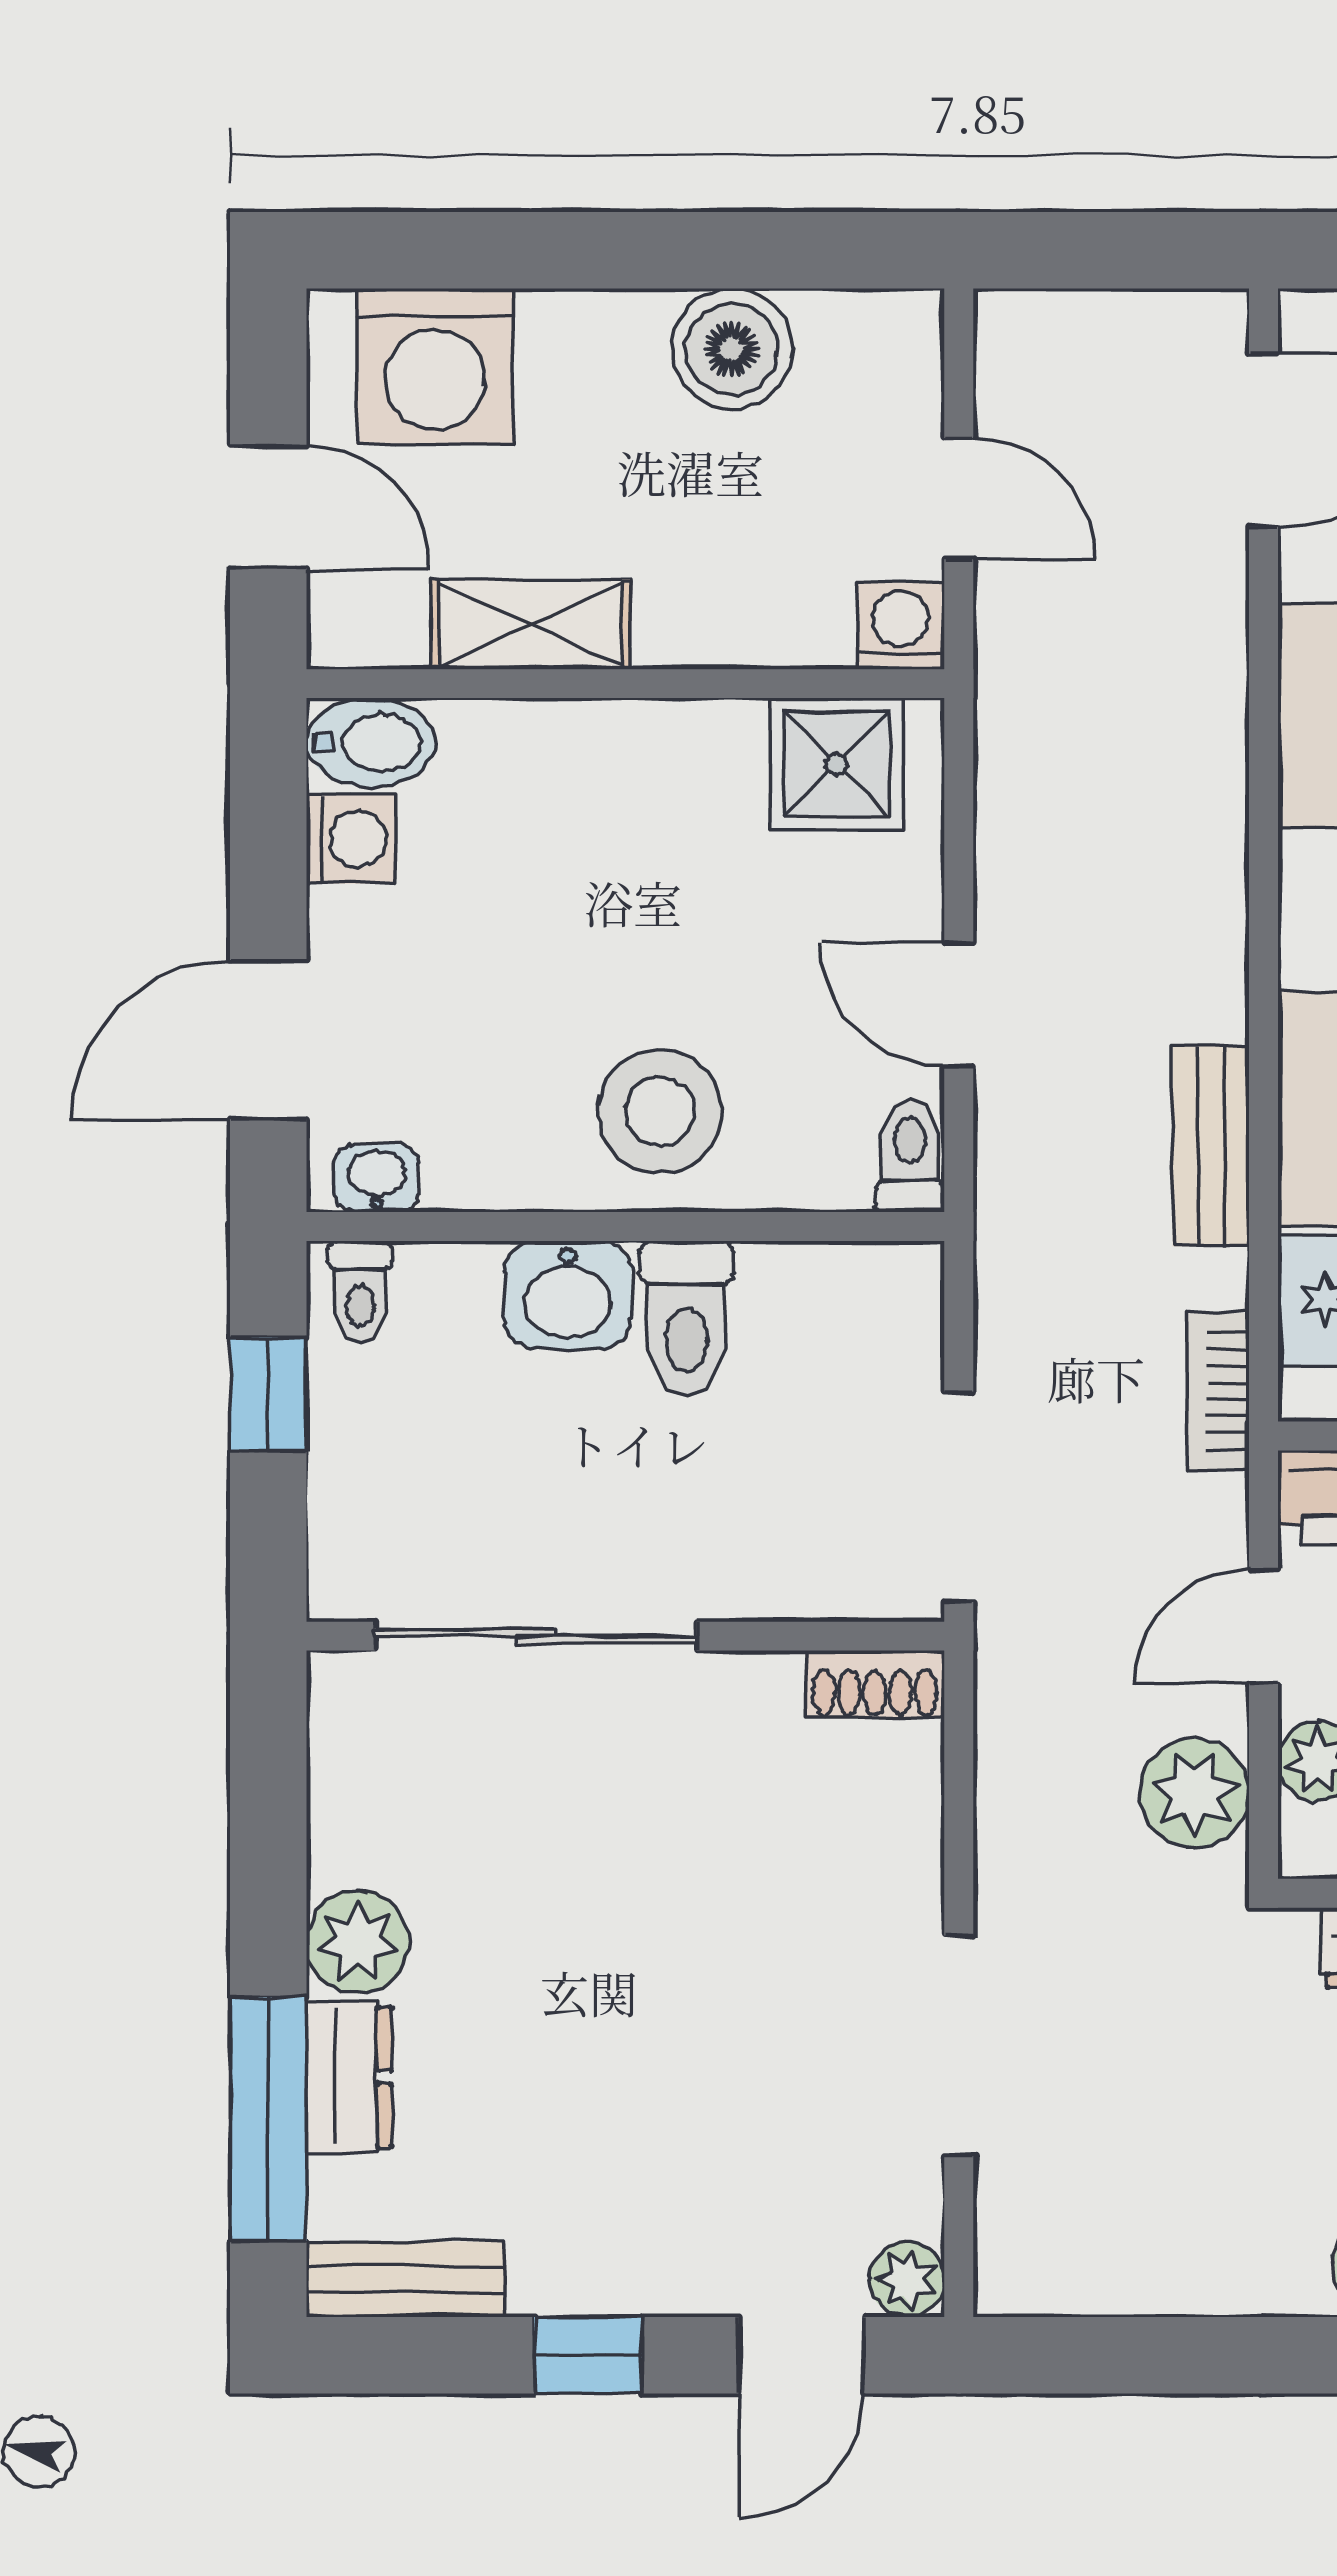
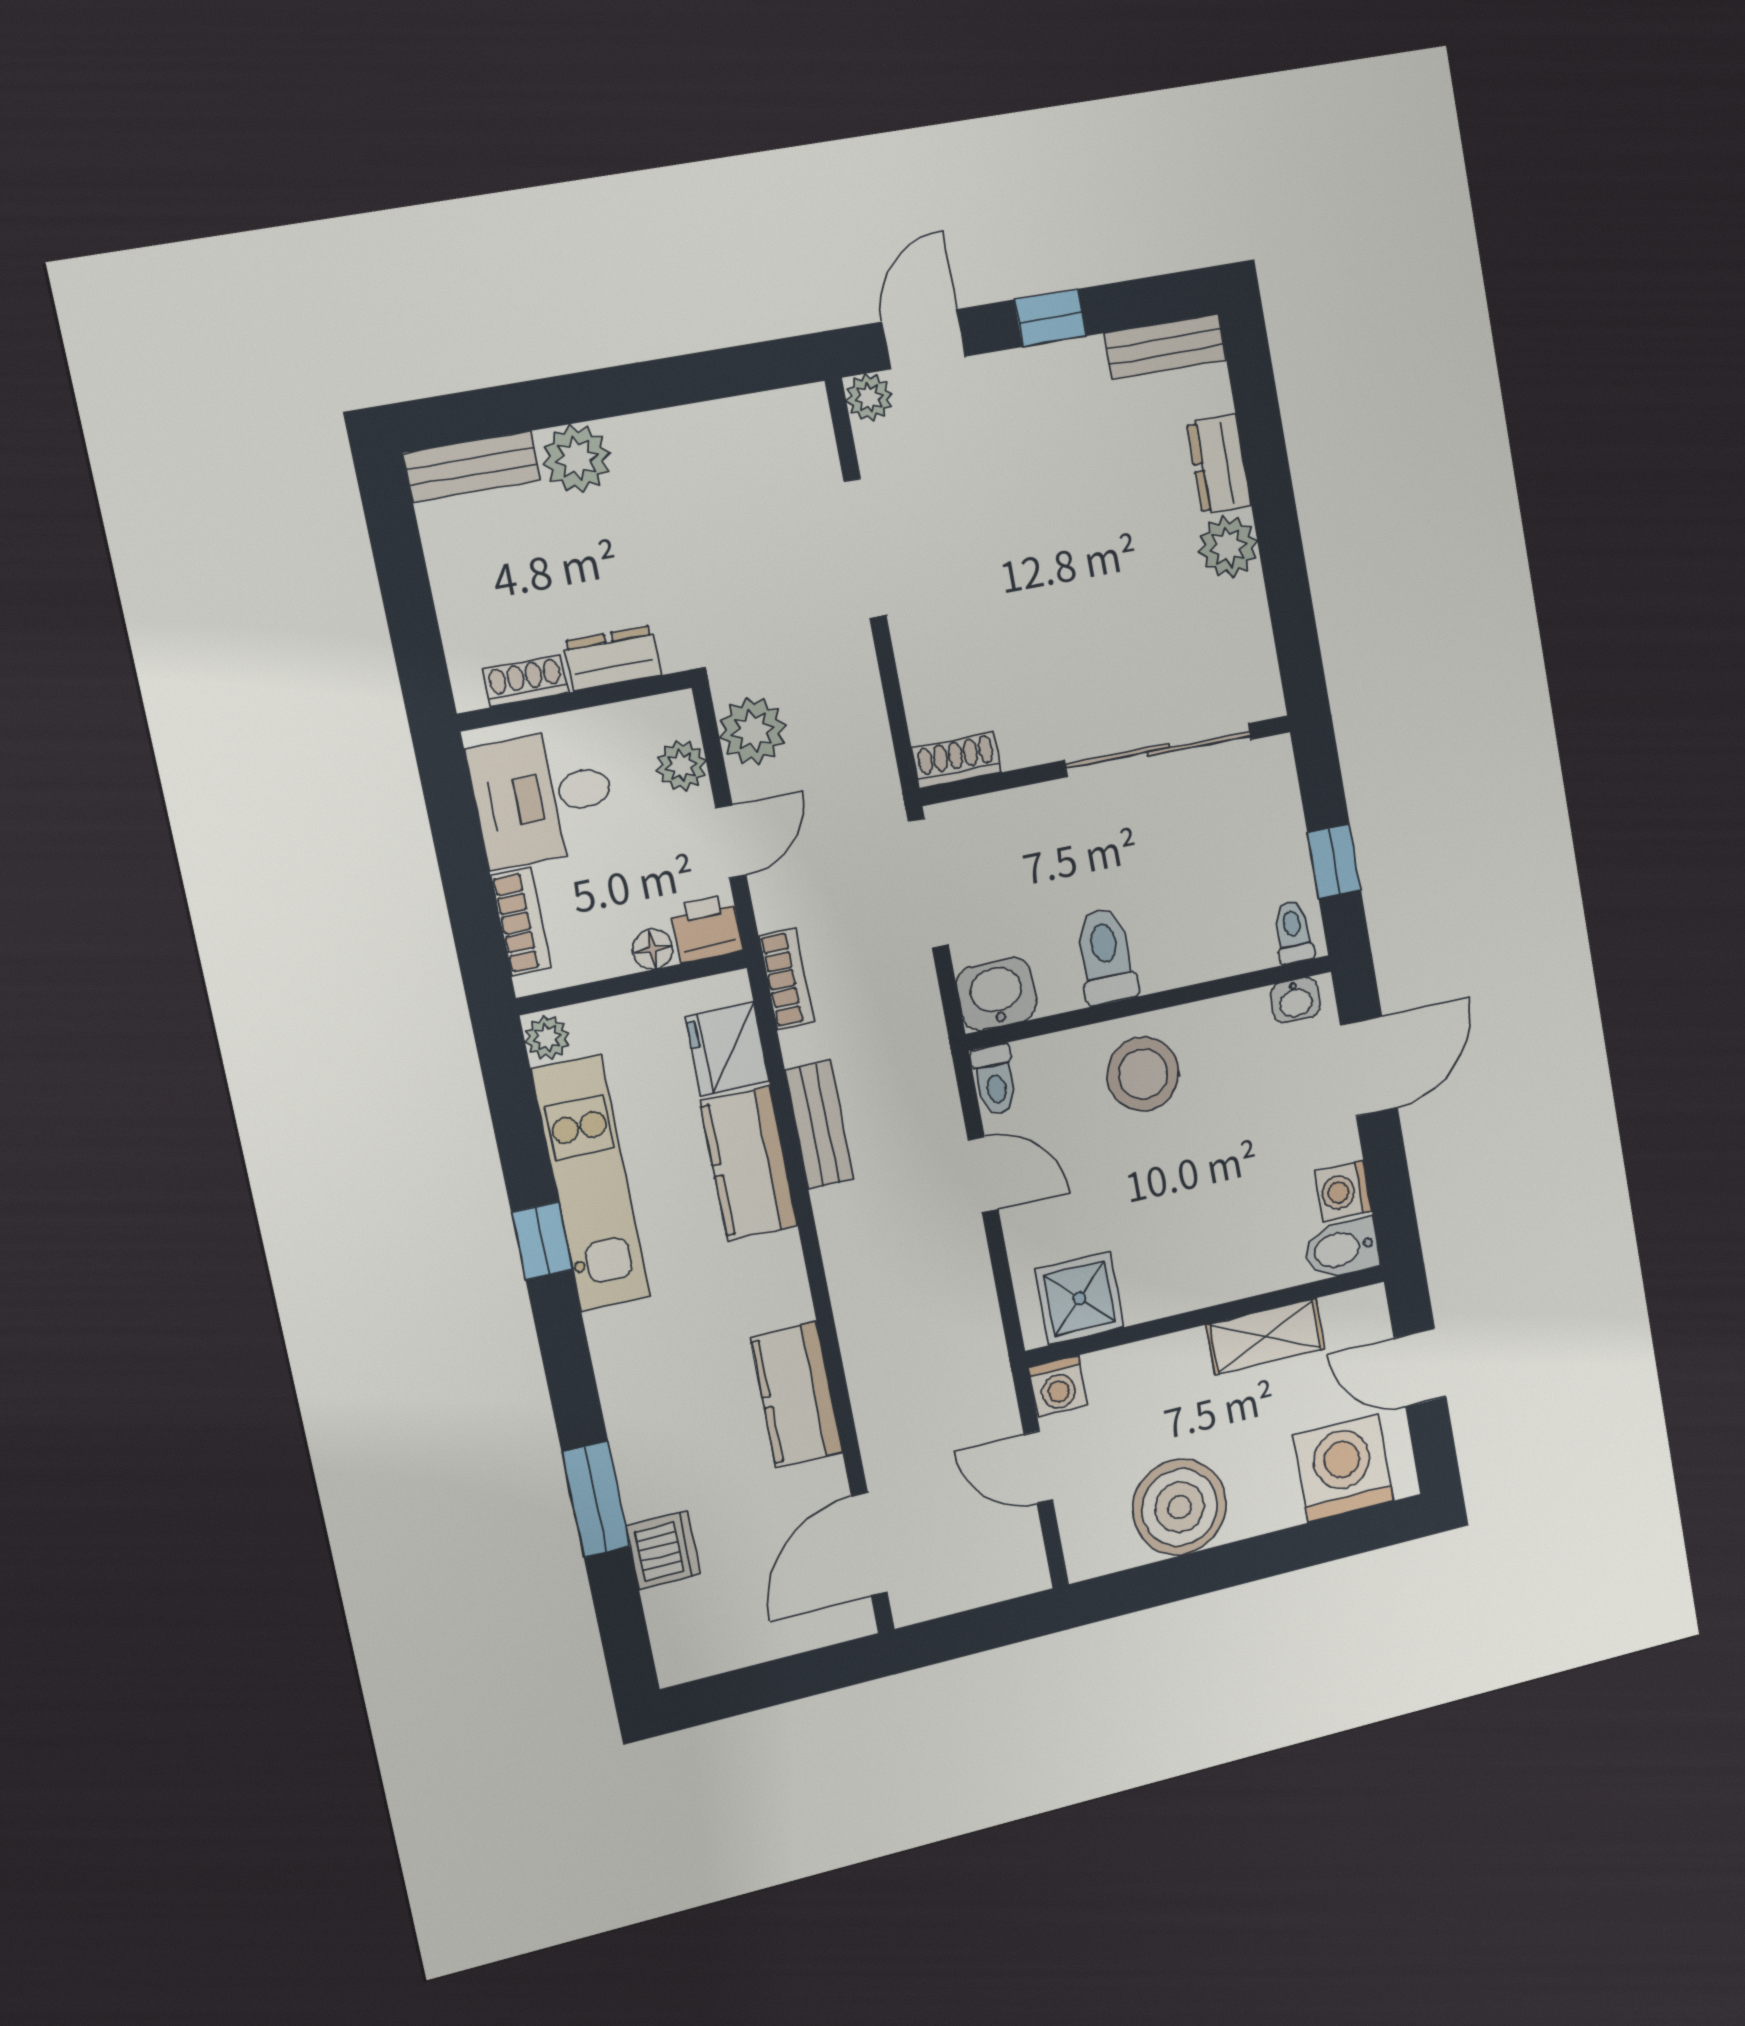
boiler: (732, 349) -> (1180, 1507), width x1.37, depth x1.37
washbasin: (568, 1295) -> (997, 994), moved
window: (268, 2119) -> (1261, 430), removed

